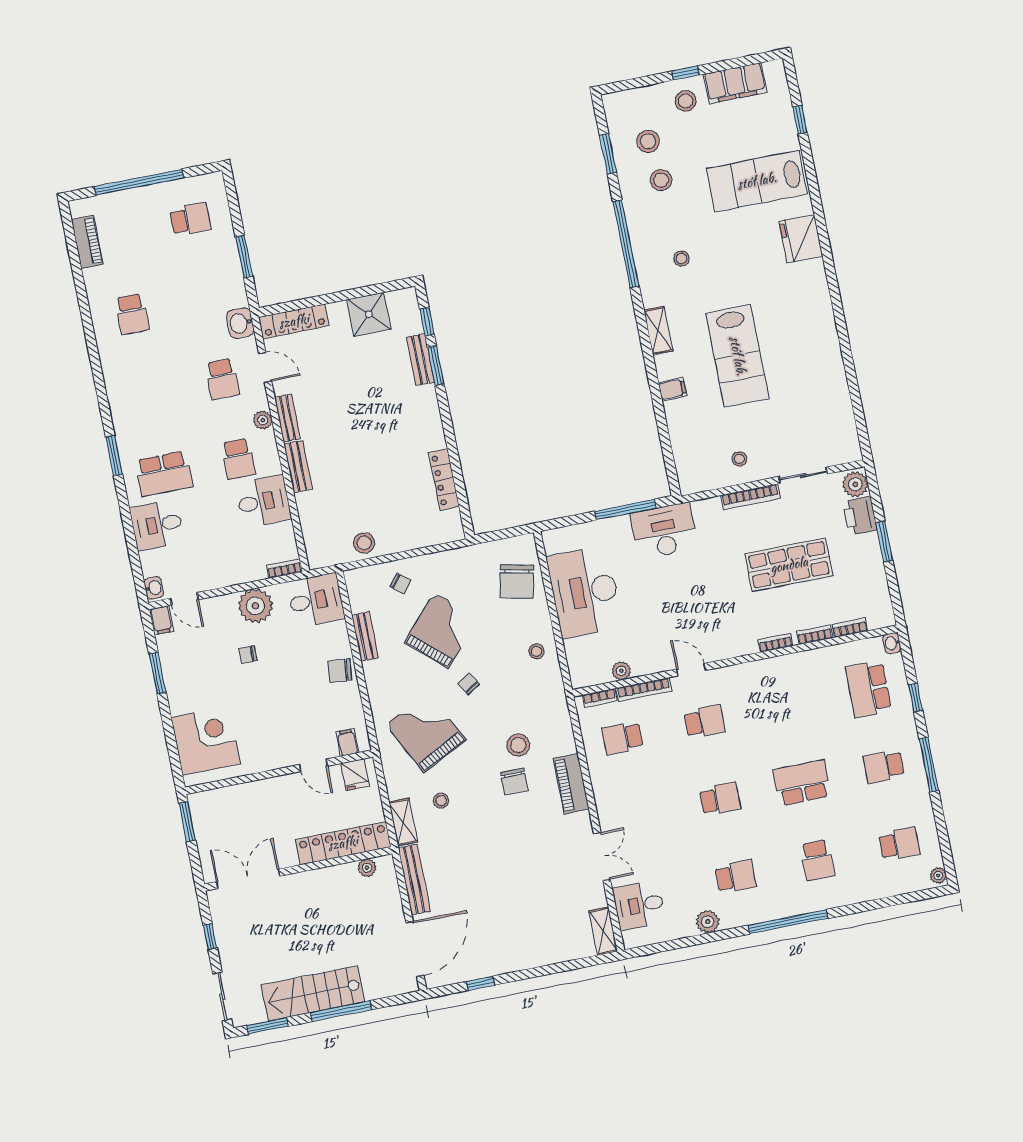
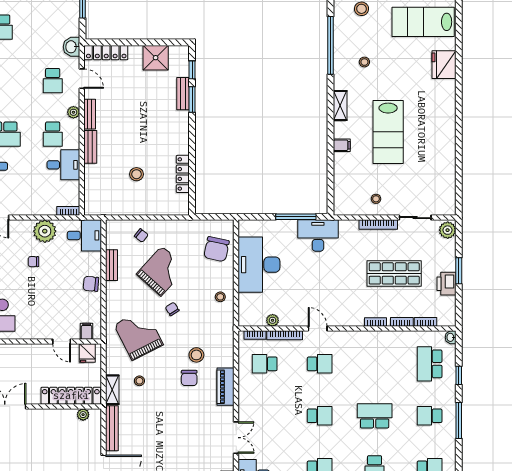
printer: (860, 516) -> (447, 284), moved
stool: (364, 543) -> (137, 174), moved

